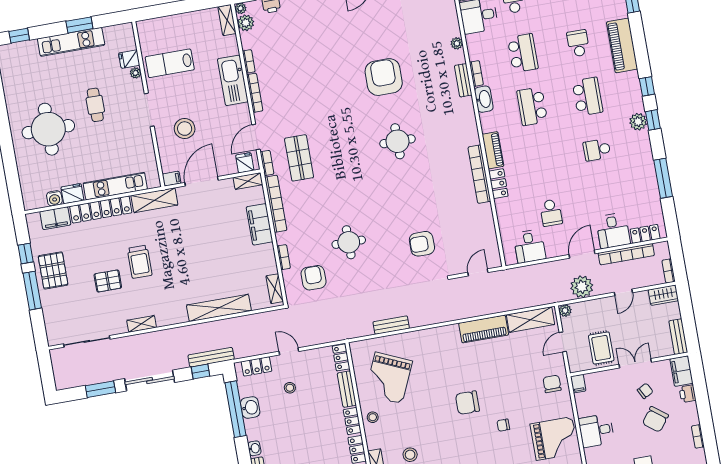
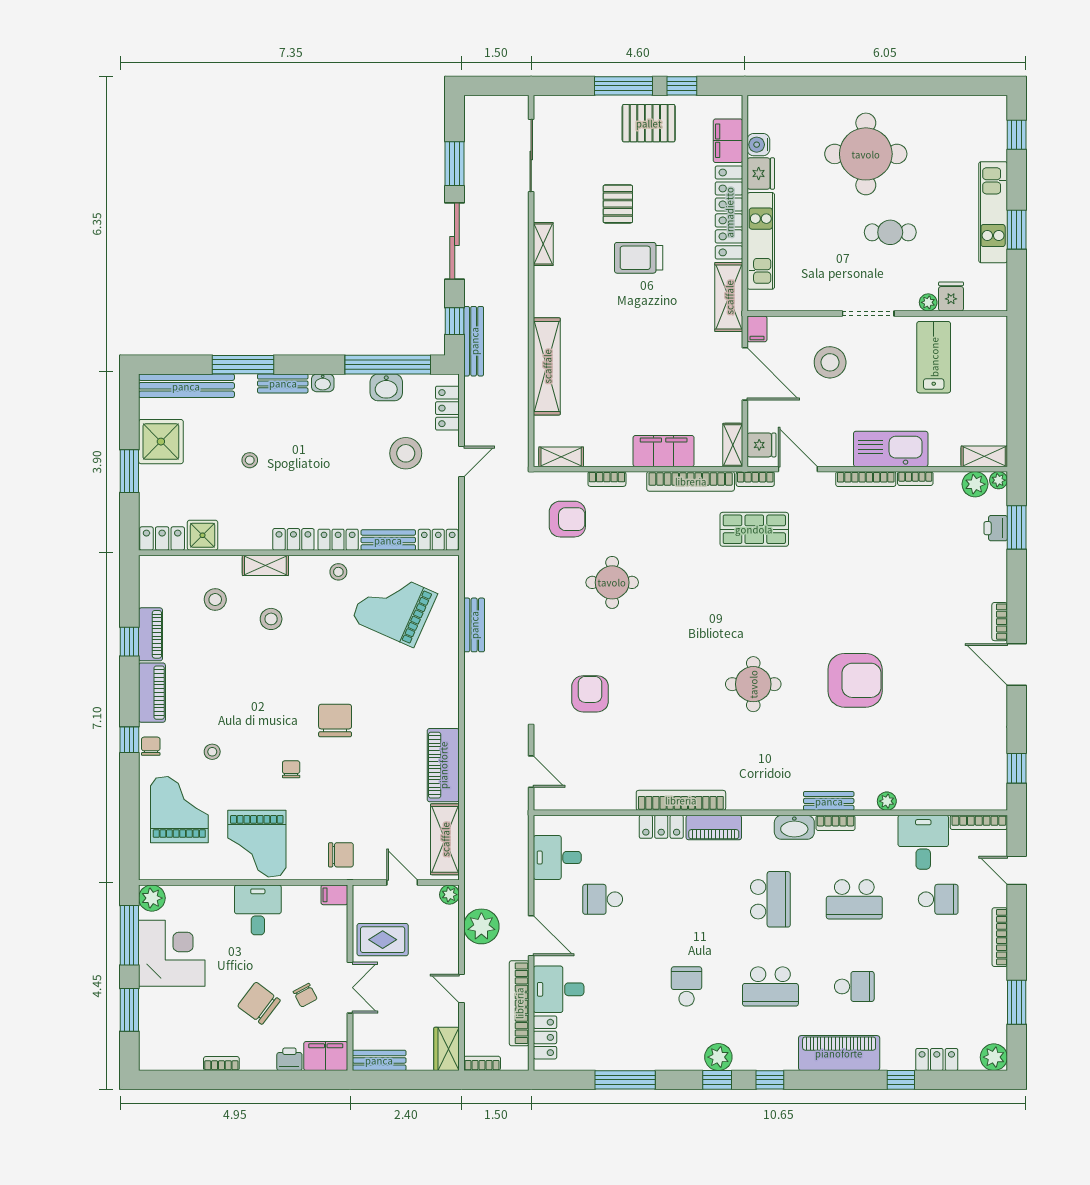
school desk: (532, 106) -> (770, 899), turned 90
stool: (290, 388) -> (406, 453), width x1.89, depth x1.89

